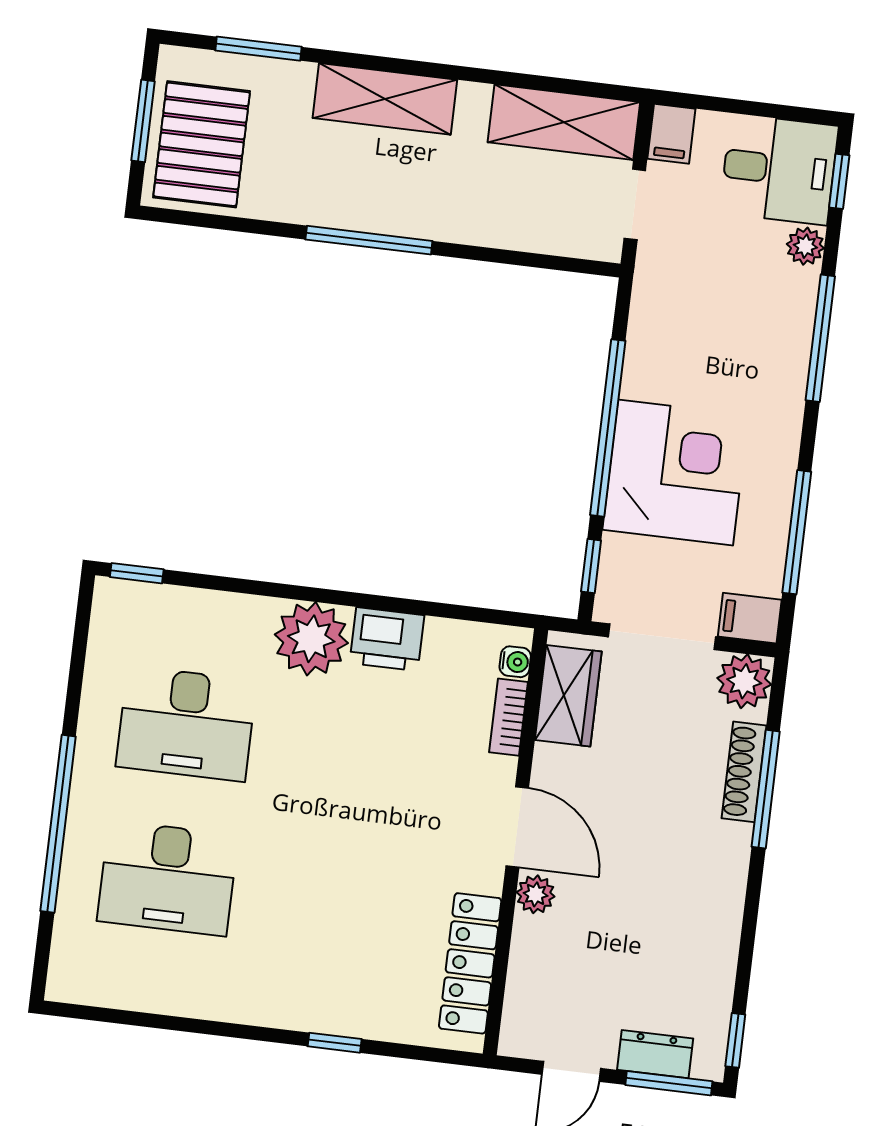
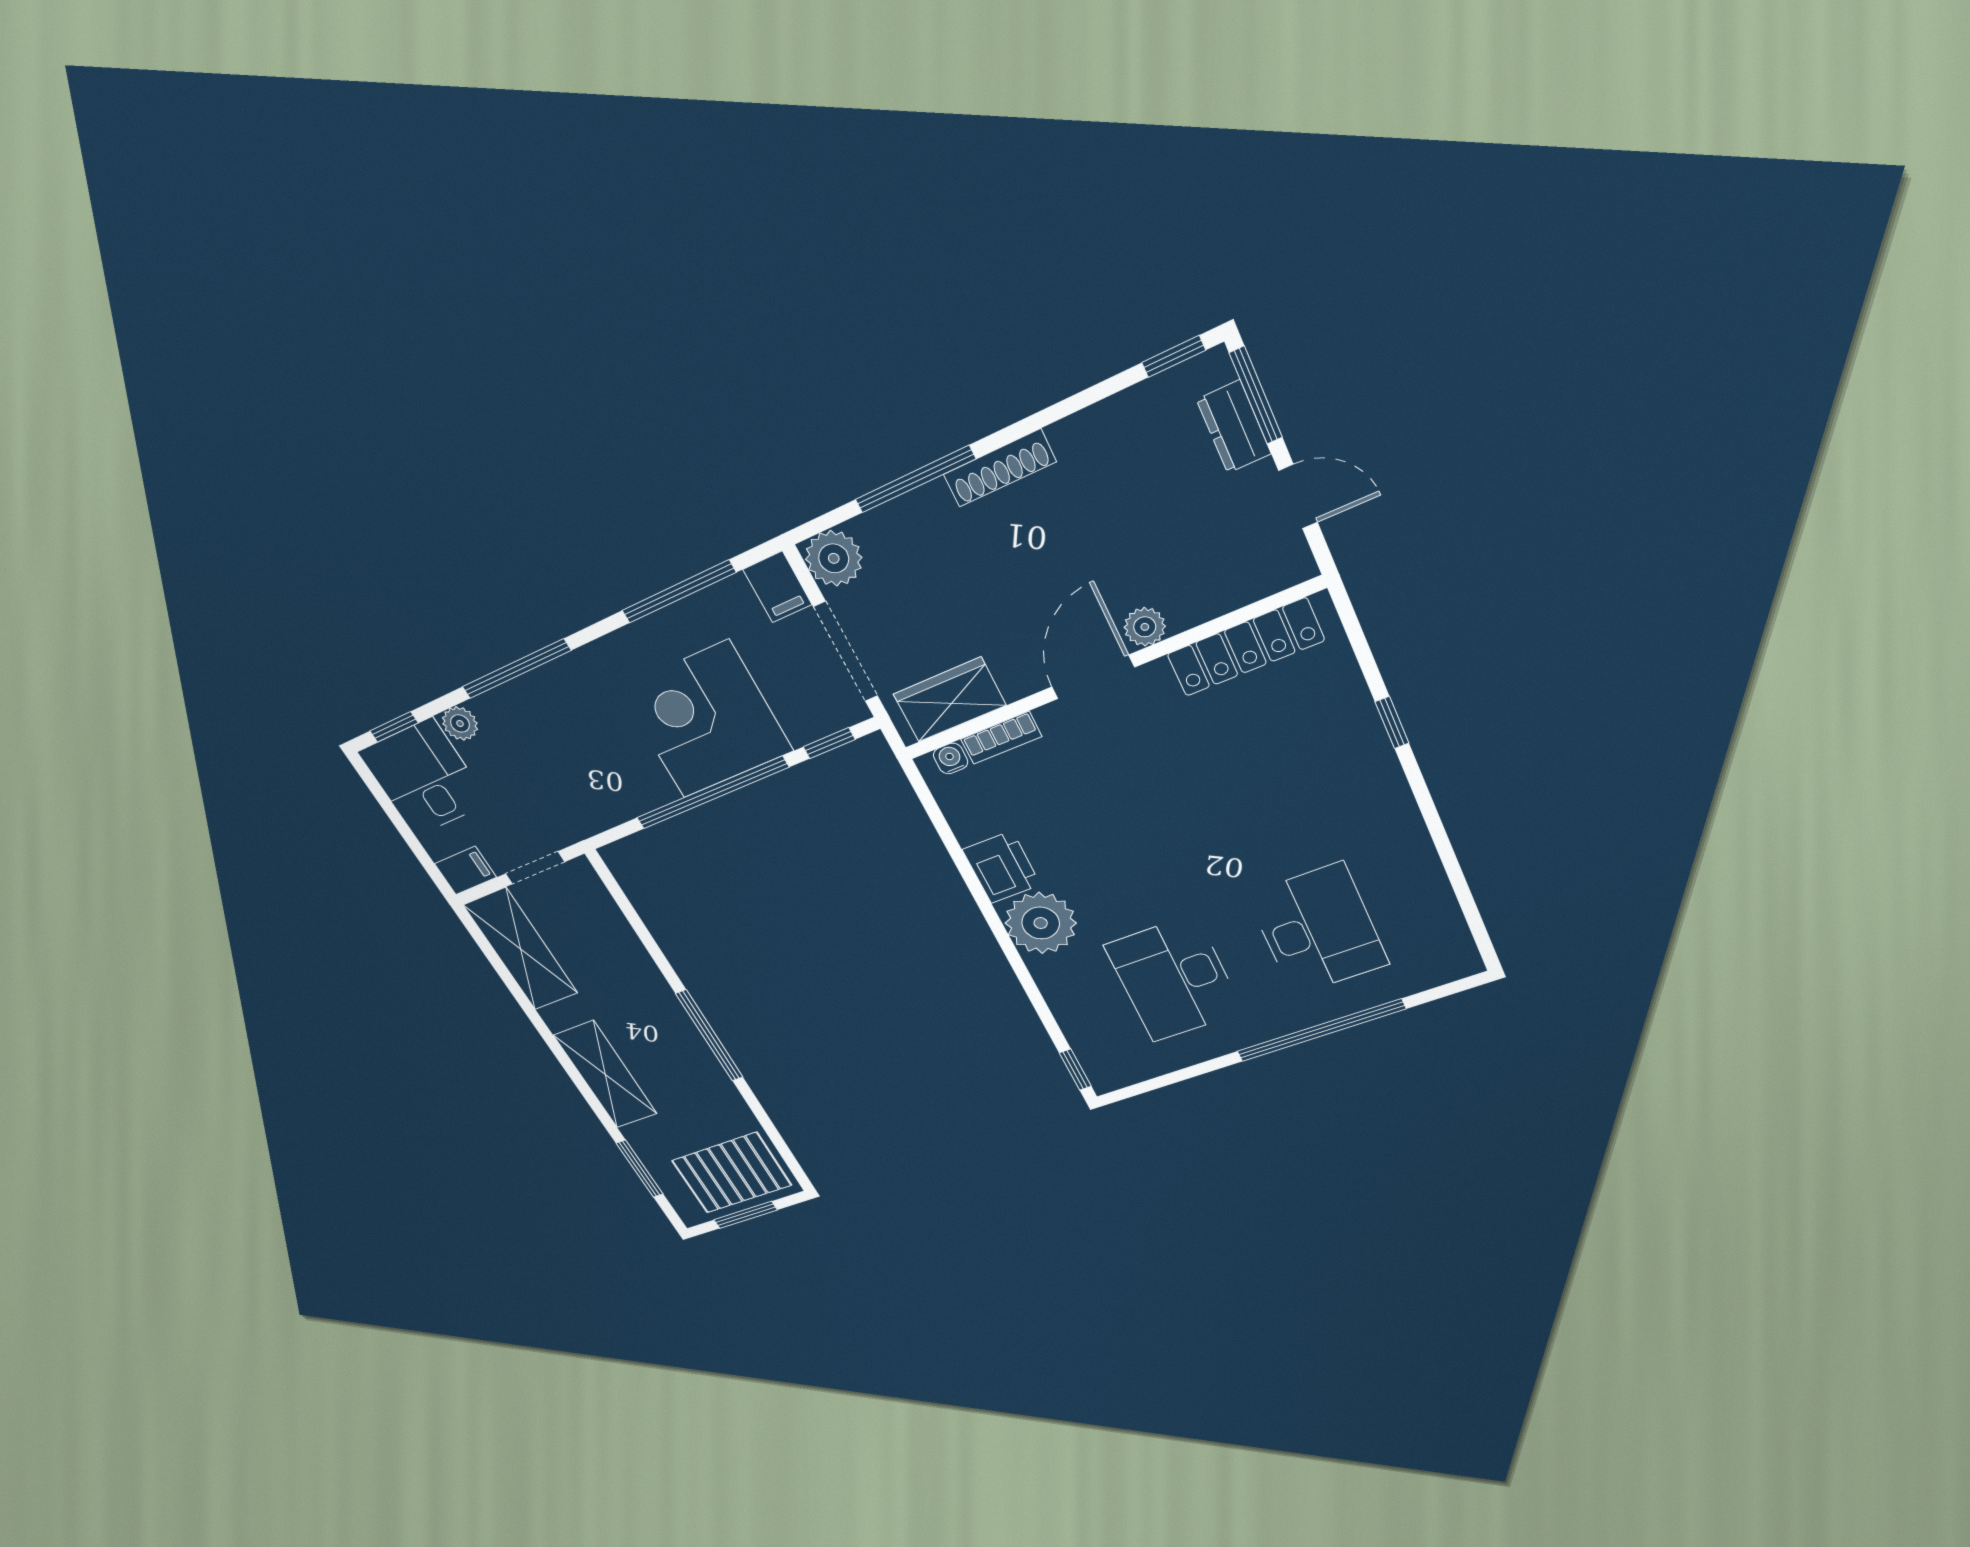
desk: (186, 724) -> (1174, 979), turned 180
shoe rack: (744, 772) -> (1000, 468), moved

